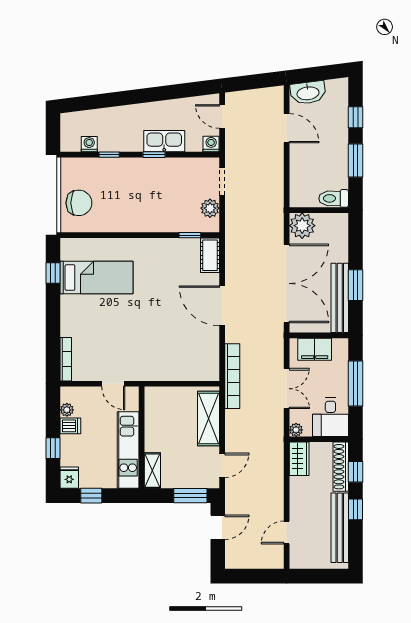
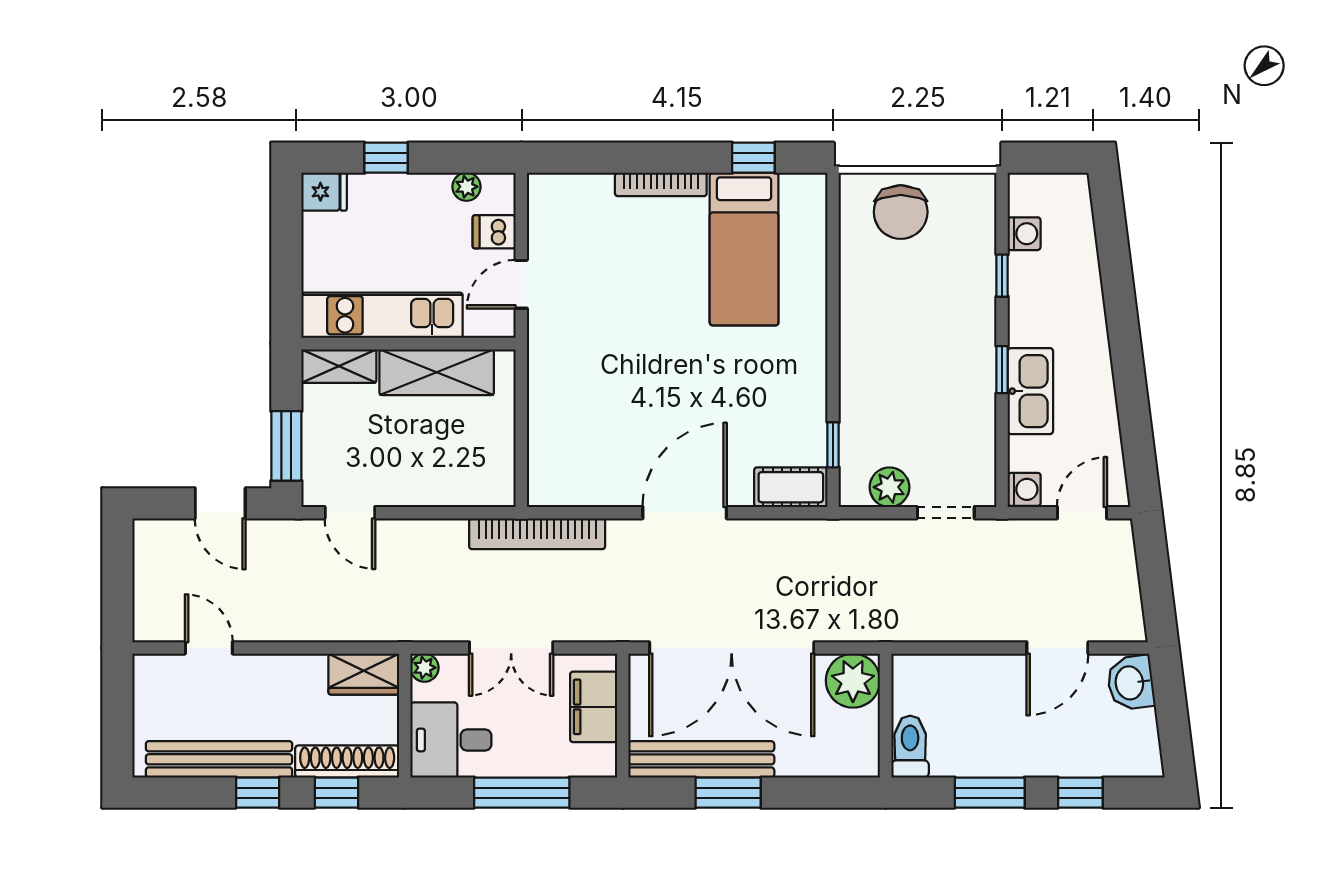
washbasin: (308, 93) -> (1131, 683), width x0.72
bookcase: (66, 359) -> (661, 184), moved
shelving: (209, 418) -> (437, 372), moved
dishwasher: (70, 426) -> (494, 232), moved, turned 90
window: (91, 496) -> (286, 238), removed

